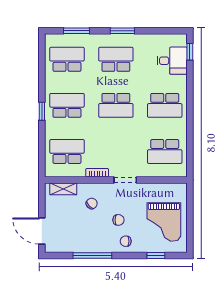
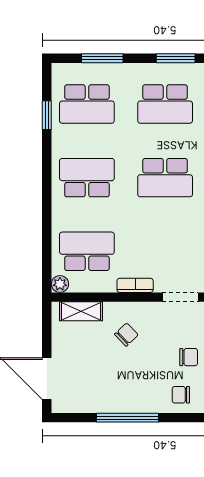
school desk: (67, 59) -> (87, 104), turned 180
school desk: (116, 59) -> (165, 104), turned 180
window: (42, 111) -> (47, 115), moved
plant: (50, 172) -> (60, 284), added
chair: (118, 220) -> (189, 357), moved

